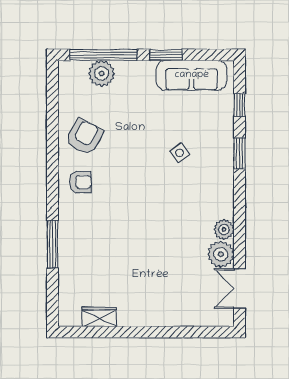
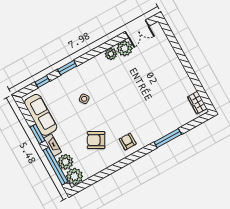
fireplace: (137, 68) -> (53, 145), added
plant: (73, 75) -> (74, 176), added
armchair: (84, 137) -> (96, 140), moved
wardrobe: (99, 317) -> (197, 103), moved

